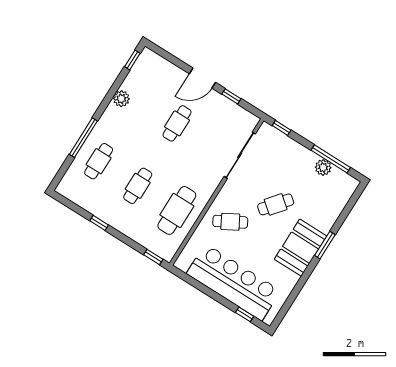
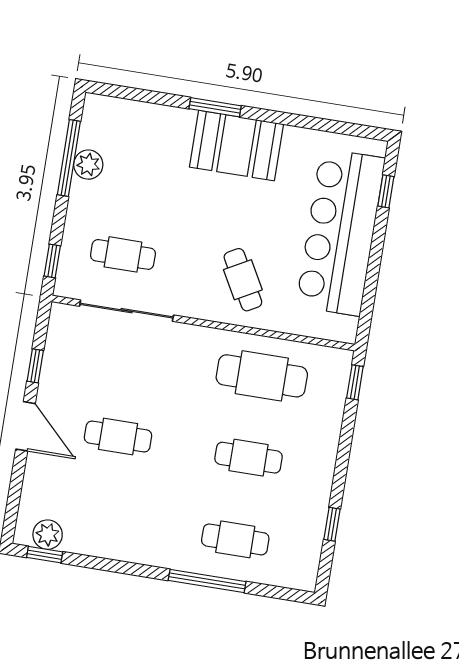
plant: (121, 99) -> (48, 535), moved
cafe table: (276, 204) -> (123, 254), moved, turned -39
window: (99, 223) -> (332, 524), moved

